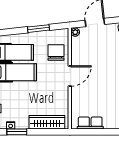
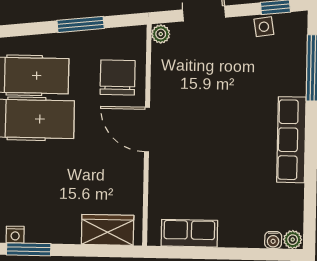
door: (70, 76) -> (147, 129), swing flipped
wardrobe: (47, 122) -> (108, 230), width x0.67

